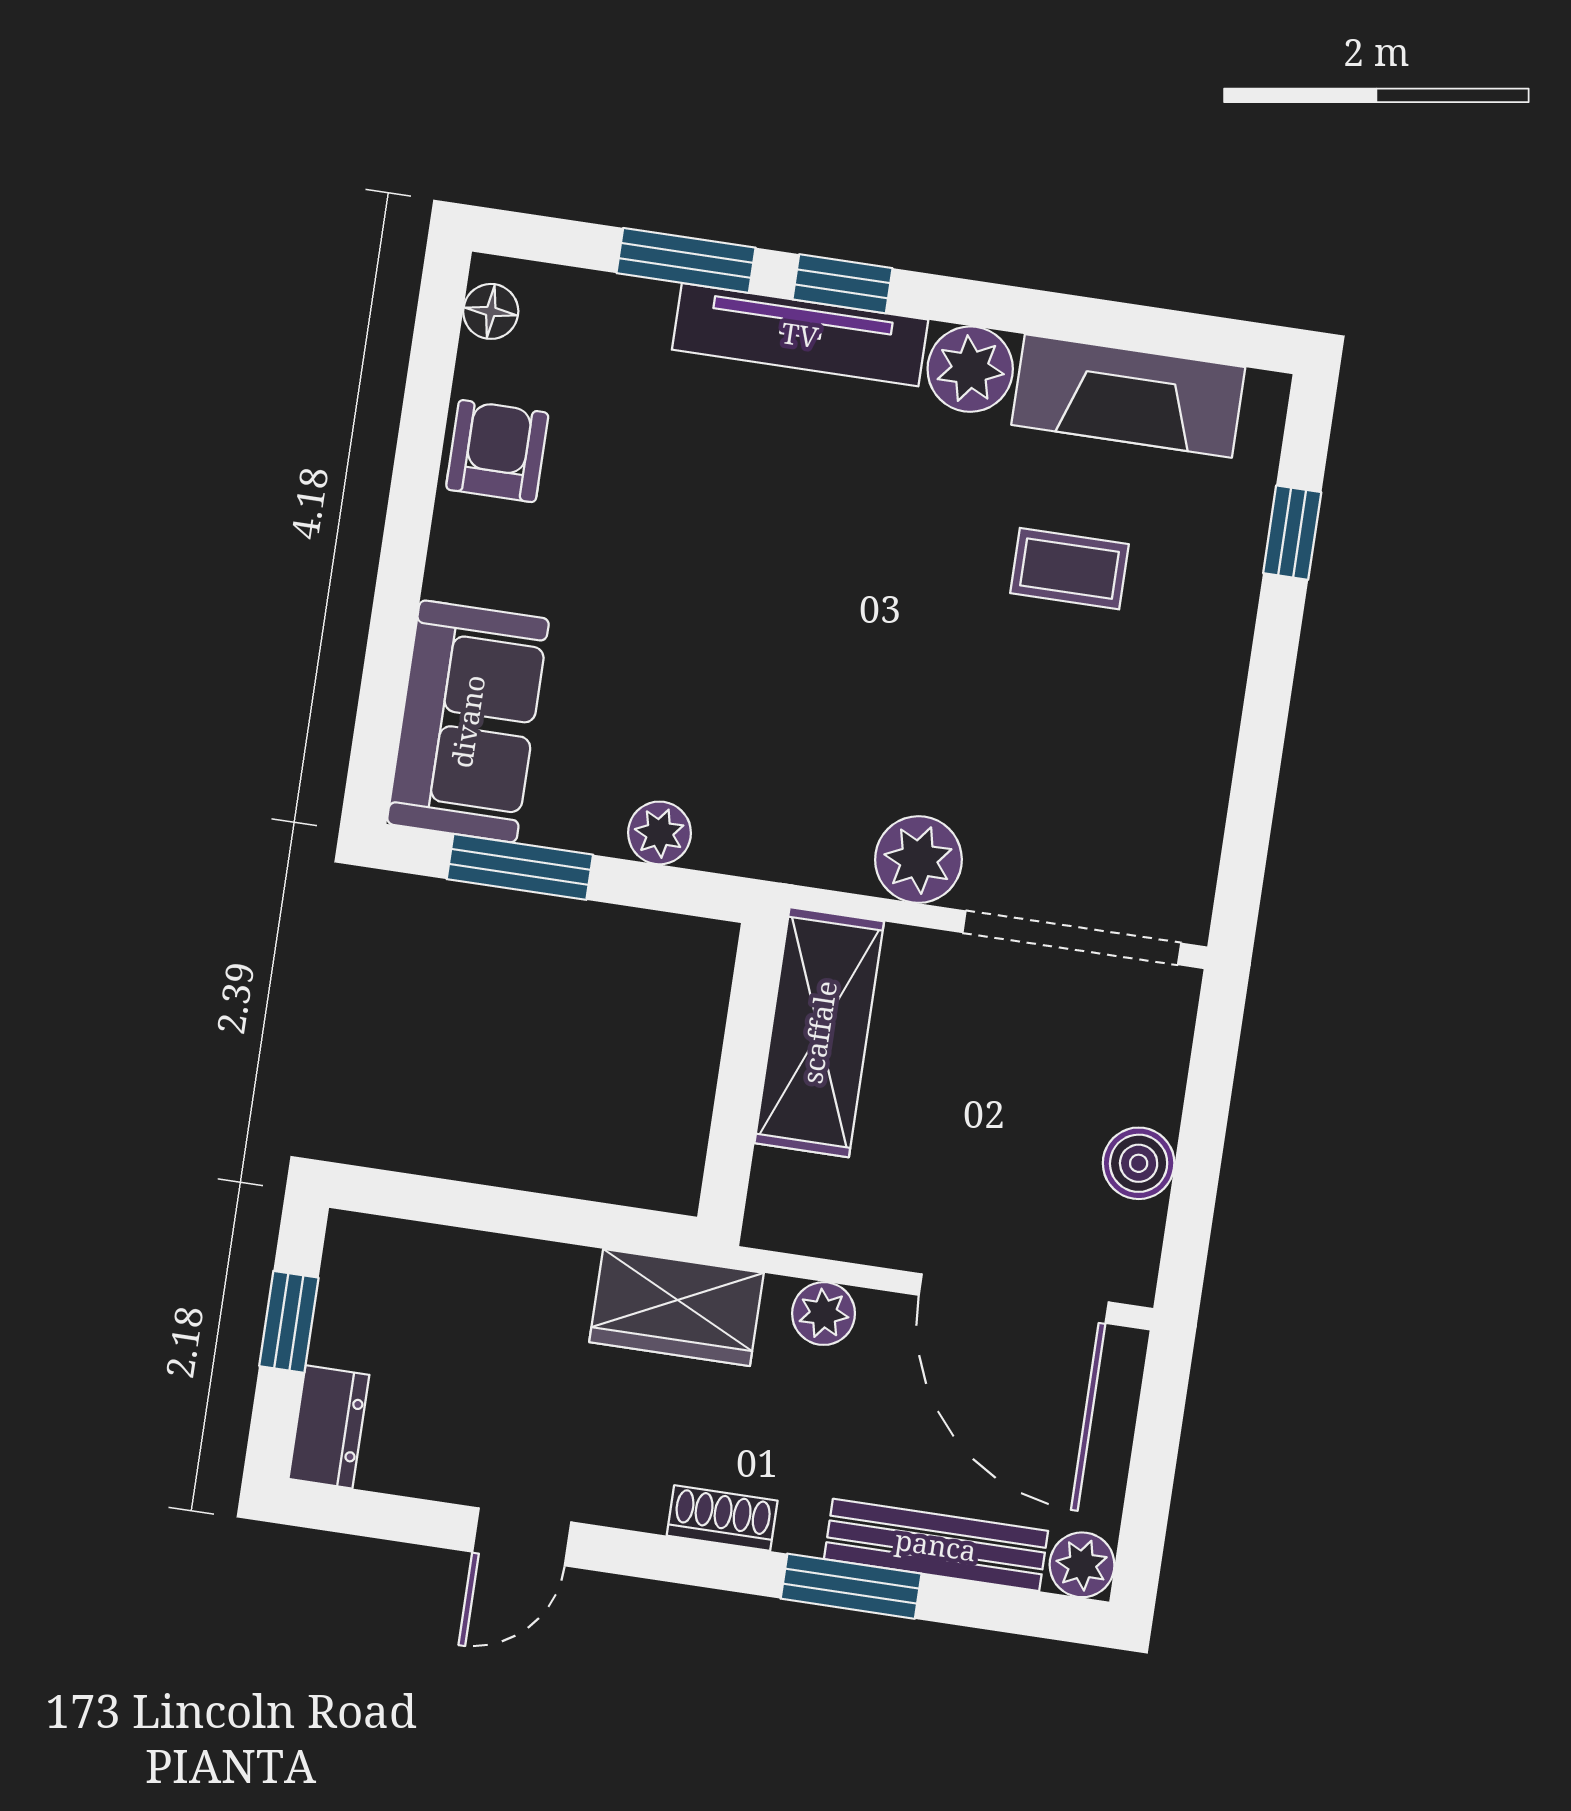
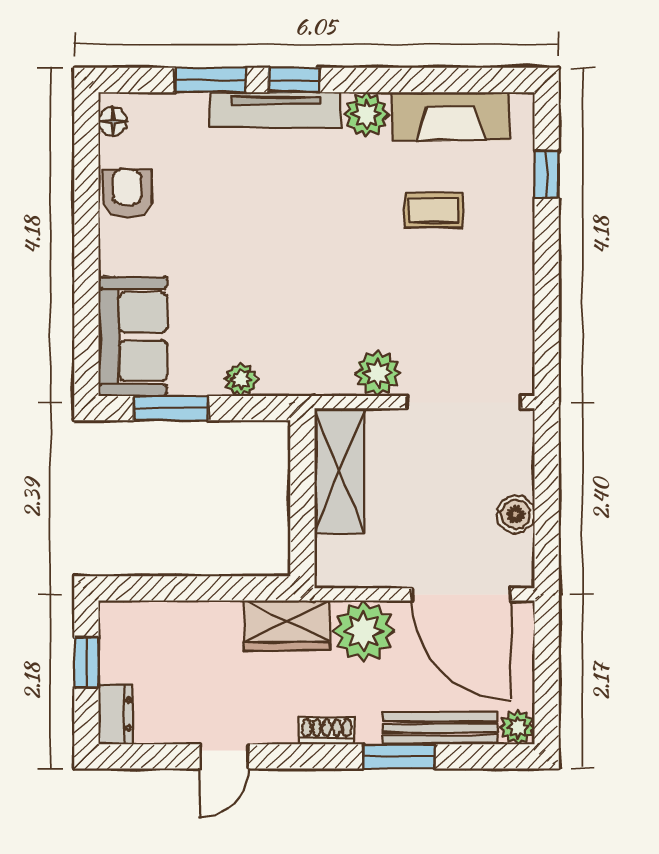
plant: (824, 1314) -> (364, 631), width x1.87, depth x1.87

